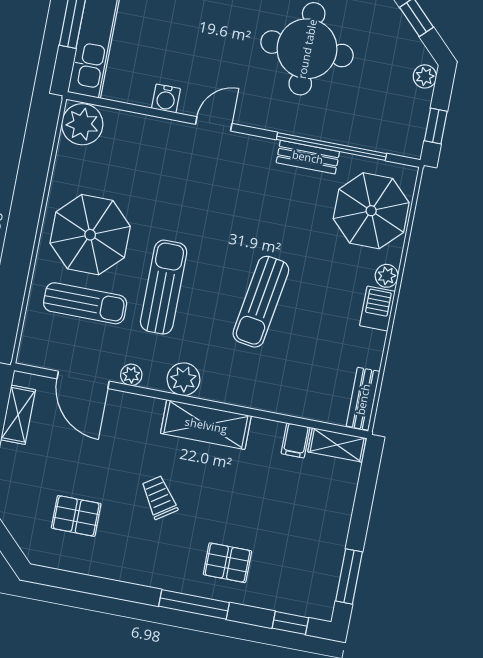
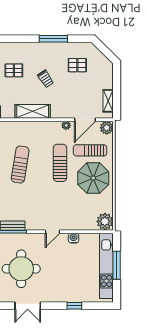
sun lounger: (164, 287) -> (60, 163), turned 180
plant: (183, 379) -> (107, 128), moved
door: (83, 380) -> (85, 120), swing flipped
pallet: (227, 563) -> (14, 70), moved
window: (194, 604) -> (53, 39), moved

